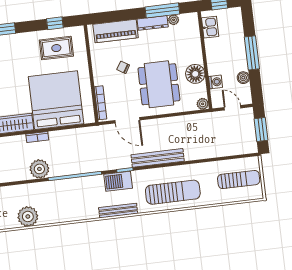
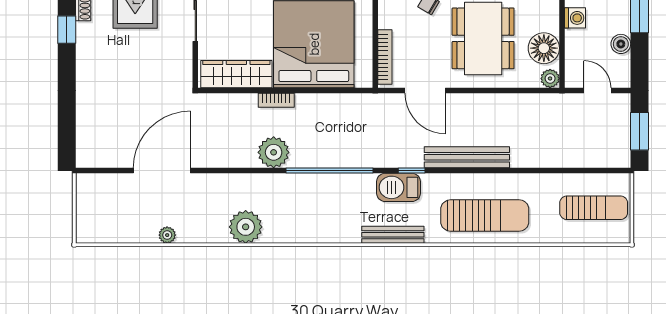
floor lamp: (195, 74) -> (544, 48), moved
washing machine: (216, 82) -> (575, 18), moved

